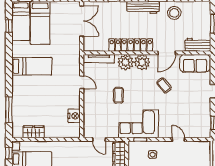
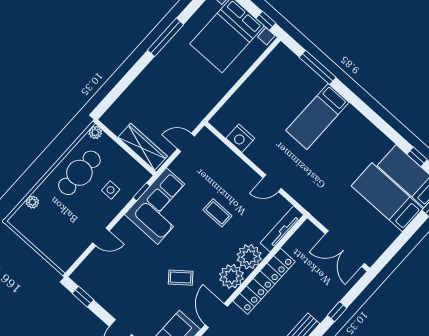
bed: (32, 66) -> (317, 116), moved
wardrobe: (34, 132) -> (265, 73), removed

